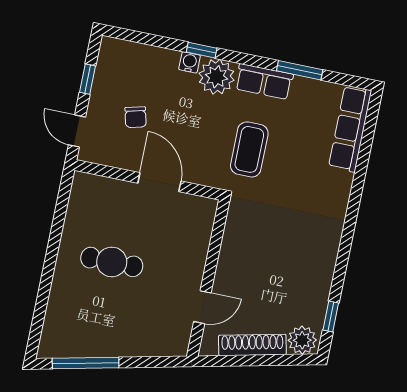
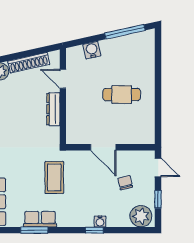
plant: (217, 77) -> (141, 216), moved
row of seats: (264, 82) -> (40, 219), moved
dresser: (228, 261) -> (53, 109), added
door: (202, 307) -> (63, 79), hinge flipped
water cooler: (145, 344) -> (92, 50), added

